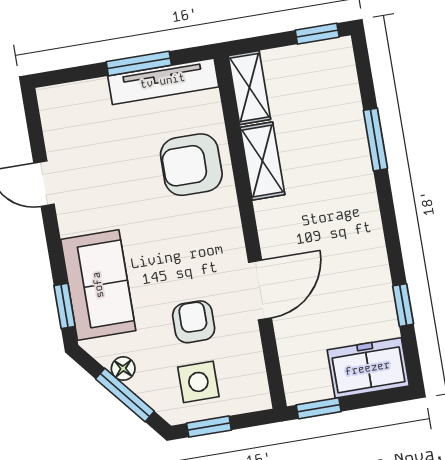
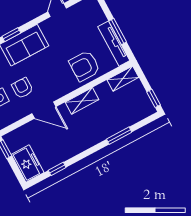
shelving: (262, 161) -> (82, 101), moved
armchair: (191, 165) -> (84, 66), turned -90
armchair: (194, 322) -> (22, 88), turned -90

